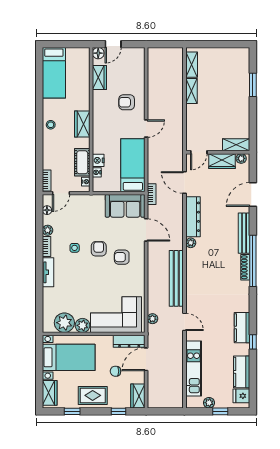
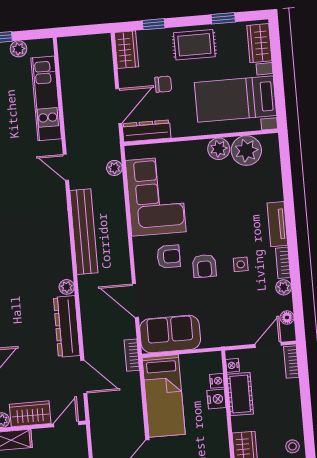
corner sofa: (116, 315) -> (156, 196), moved, turned -90

